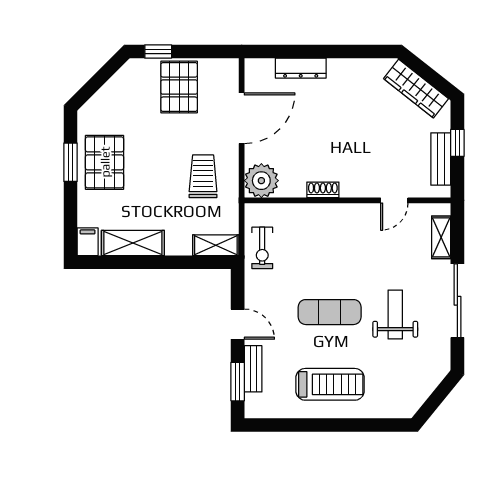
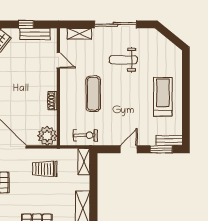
exercise mat: (330, 312) -> (93, 94), moved
bench: (253, 369) -> (169, 140), moved

